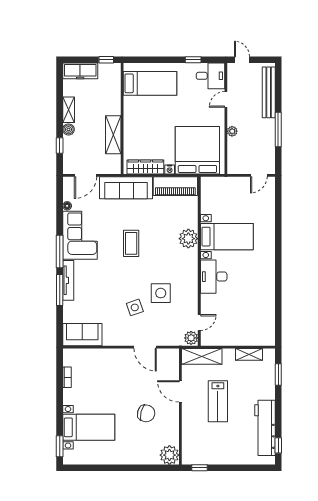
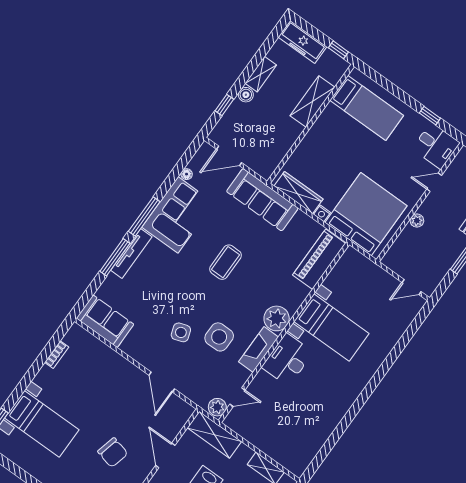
shelving: (113, 135) -> (312, 102), moved
piano: (175, 186) -> (319, 259), moved, turned 90
plant: (188, 239) -> (277, 318), moved
fireplace: (191, 283) -> (259, 349), added

